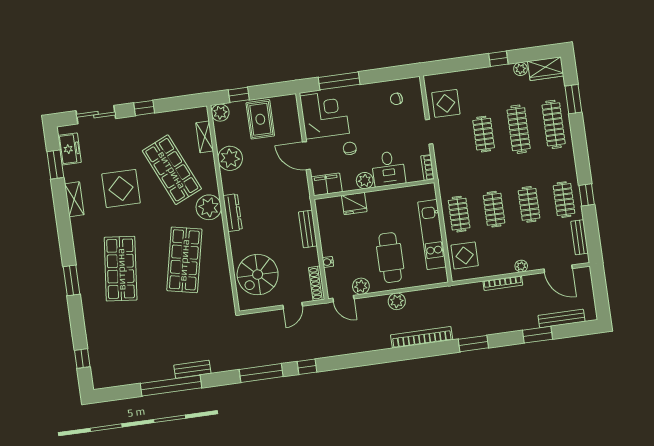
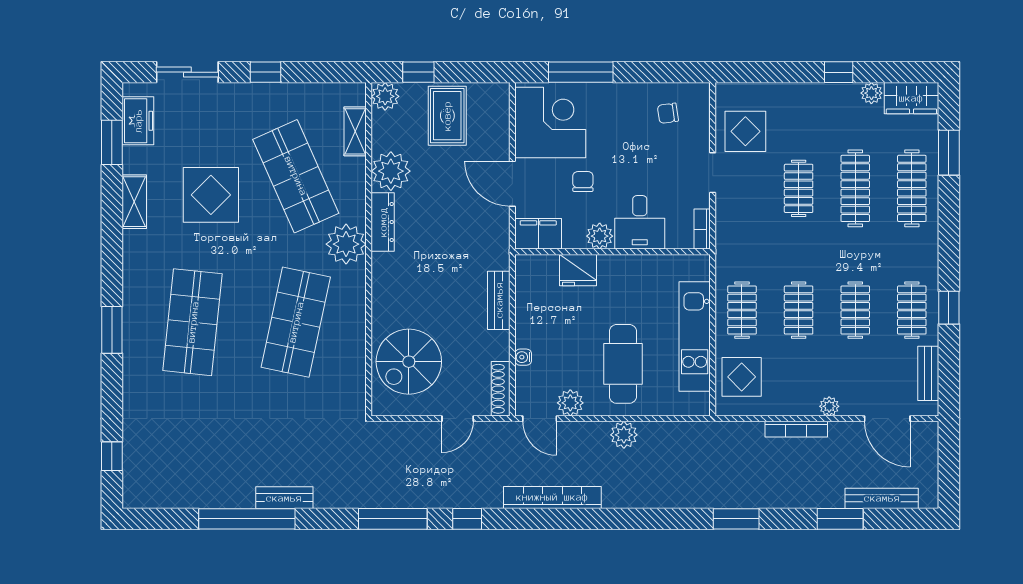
dresser: (233, 213) -> (383, 222), moved
bookcase: (422, 337) -> (552, 497), moved

